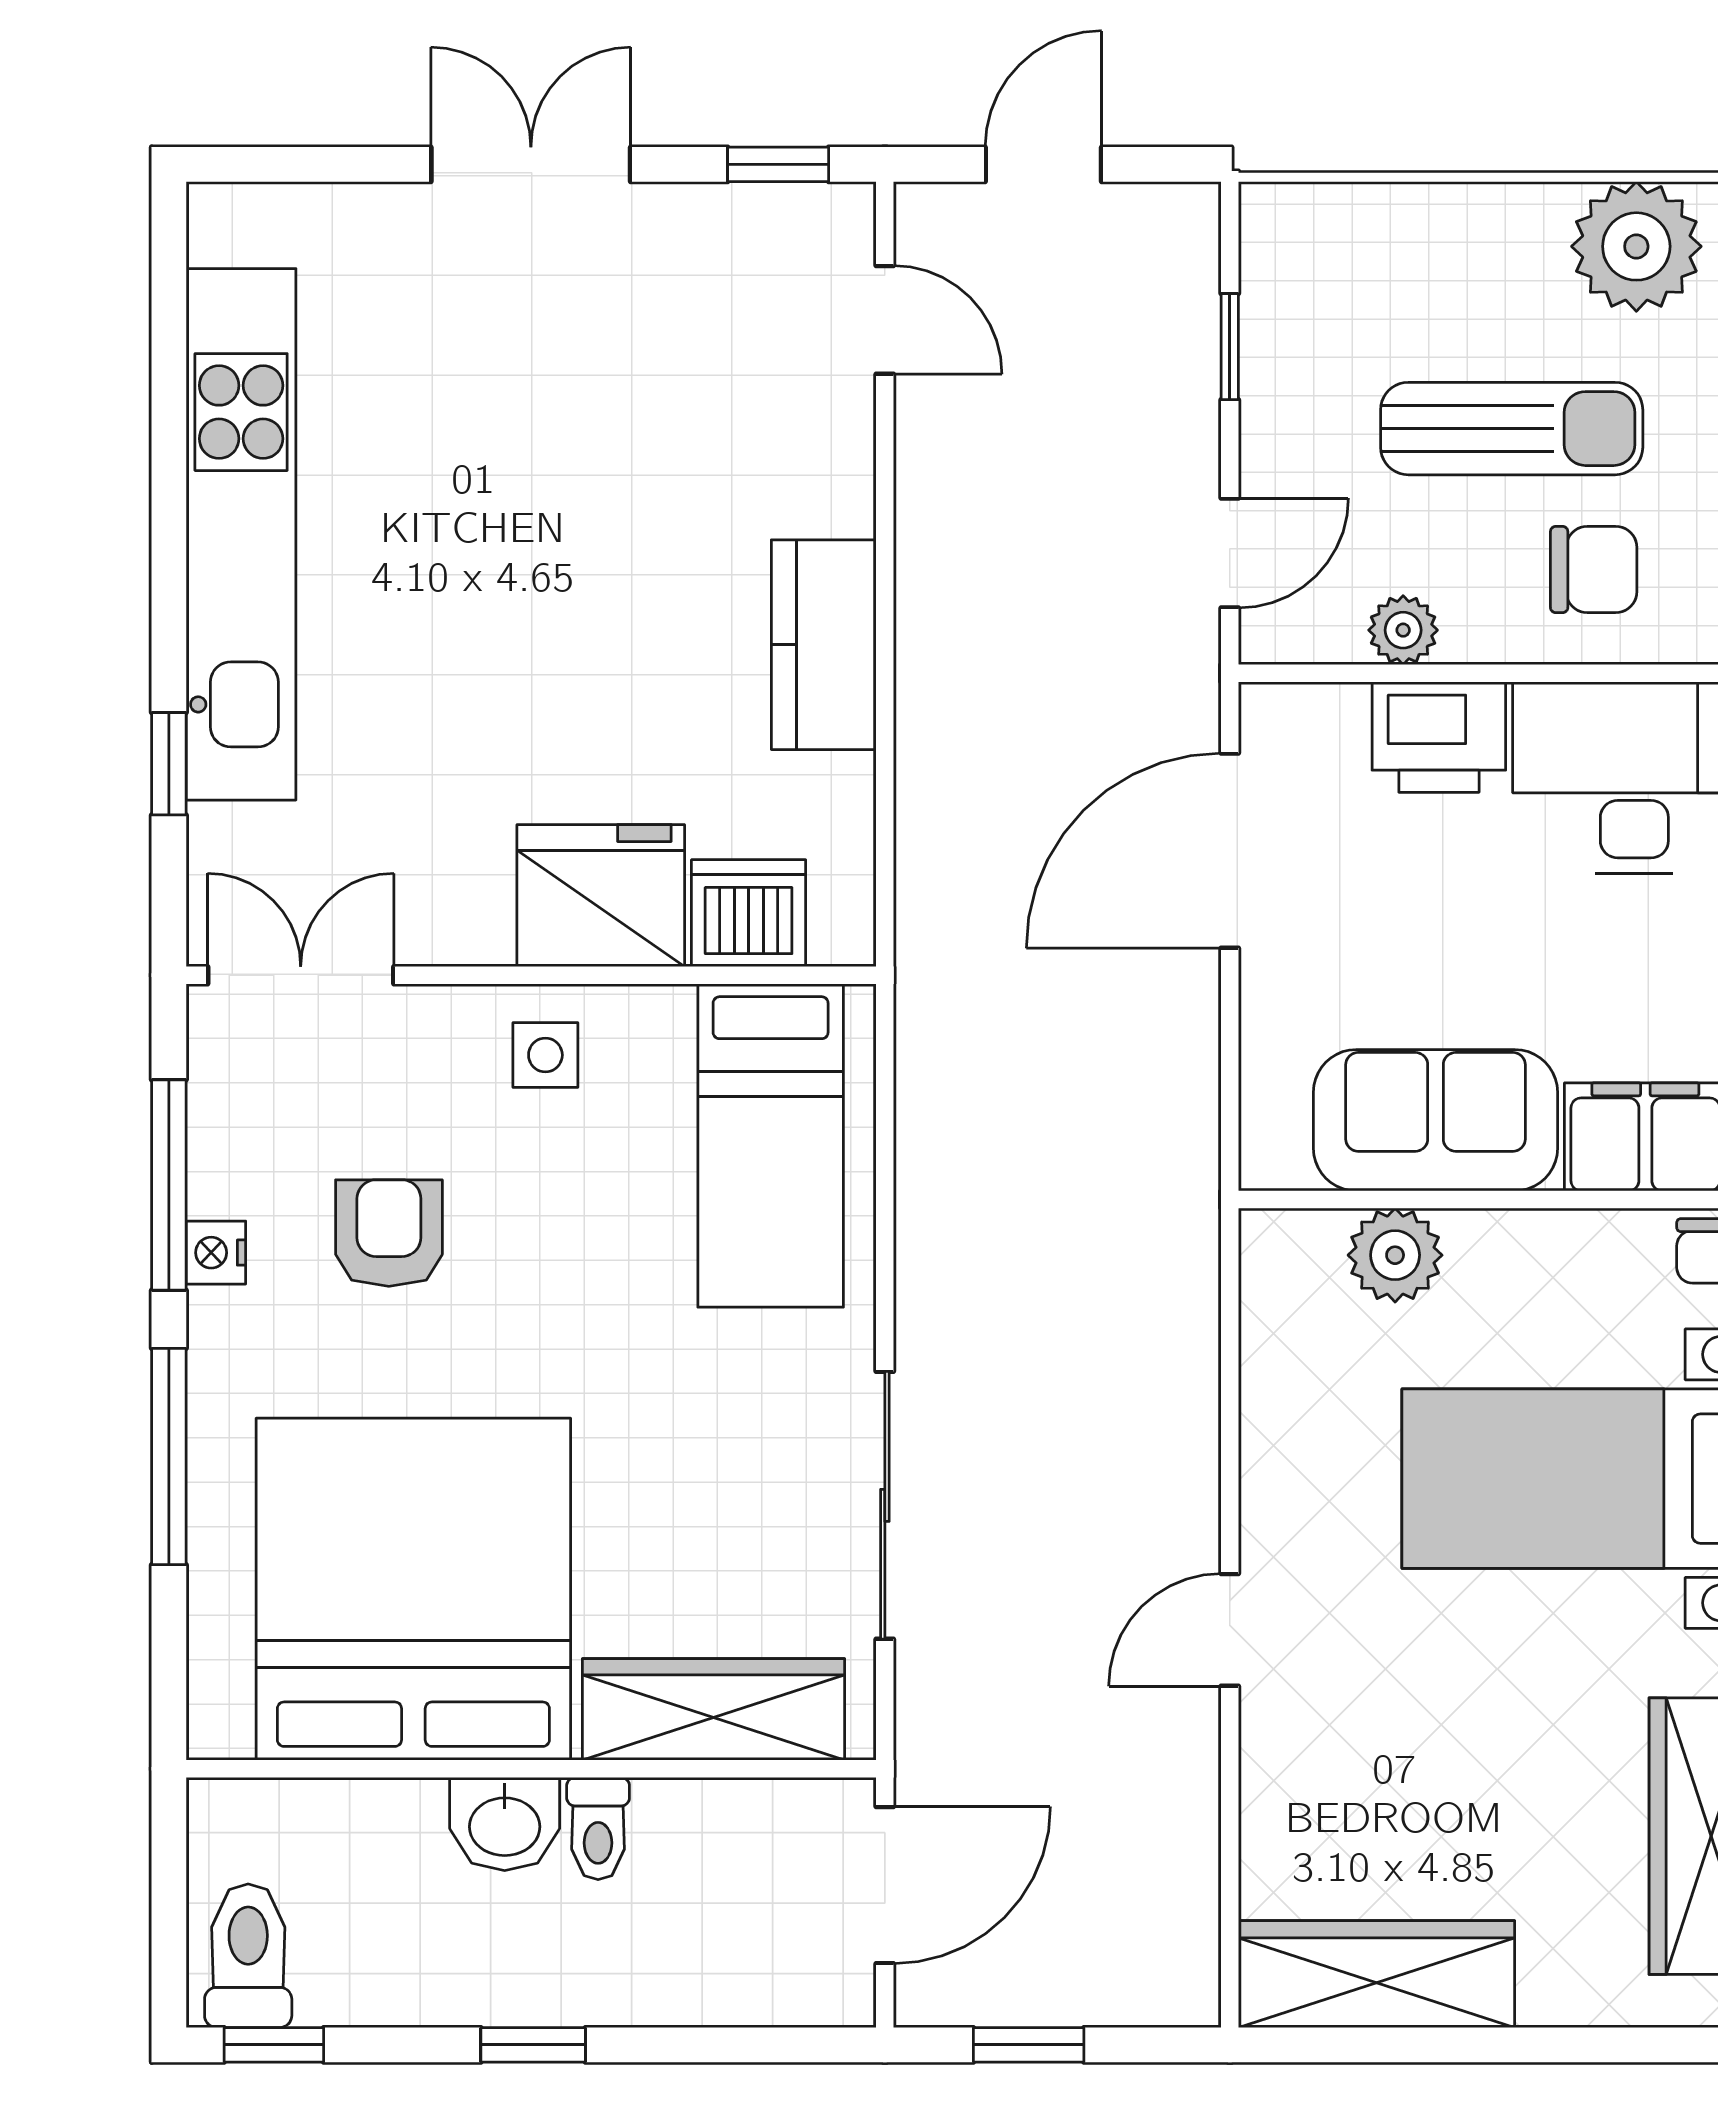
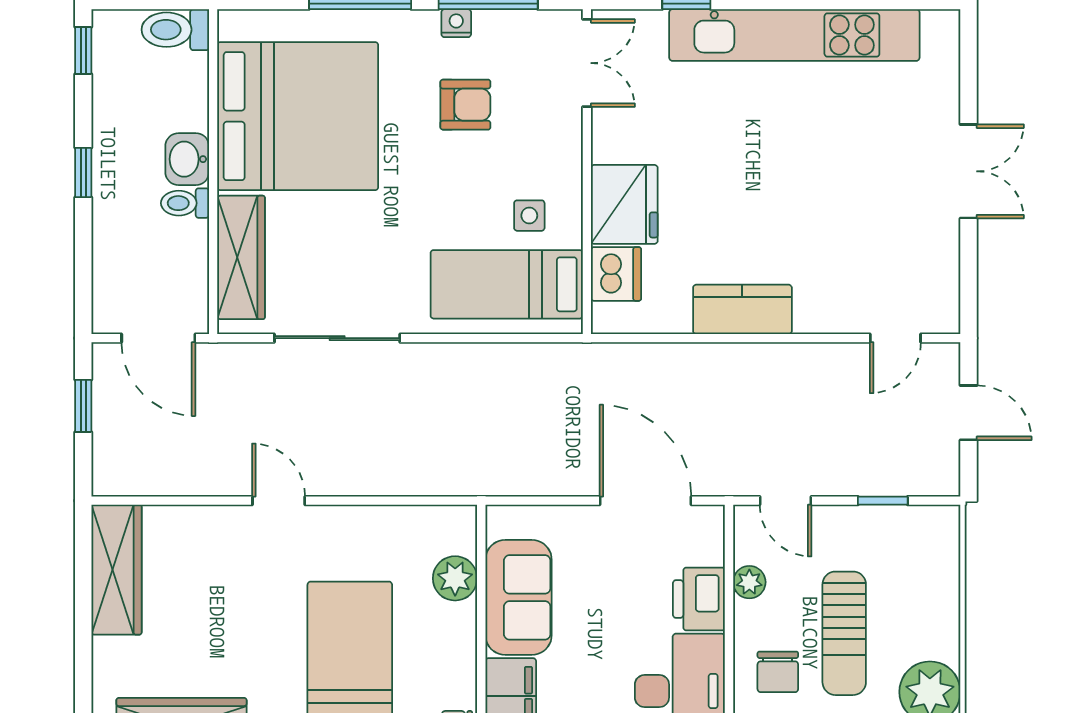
window: (778, 164) -> (969, 288), removed
side table: (545, 1055) -> (529, 216), moved
toilet: (248, 1956) -> (175, 30), moved, turned 180

